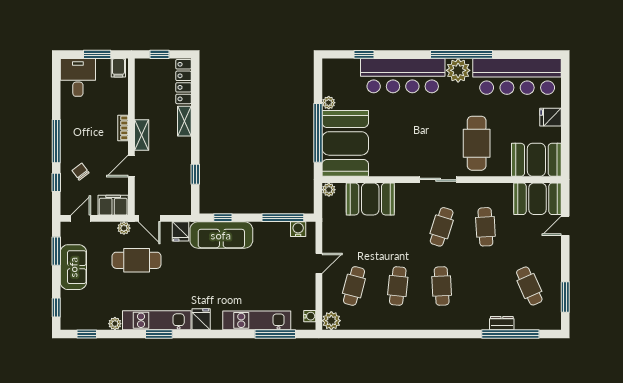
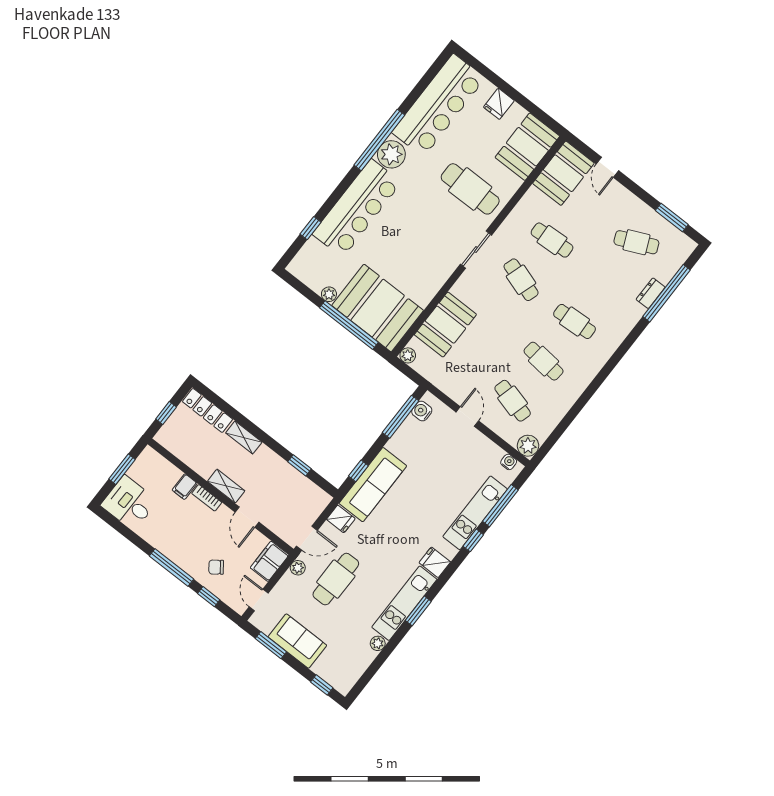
filing cabinet: (118, 68) -> (185, 487), moved, turned 90
window: (87, 334) -> (473, 540), moved

